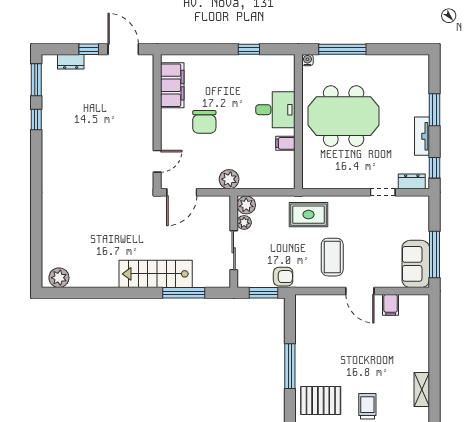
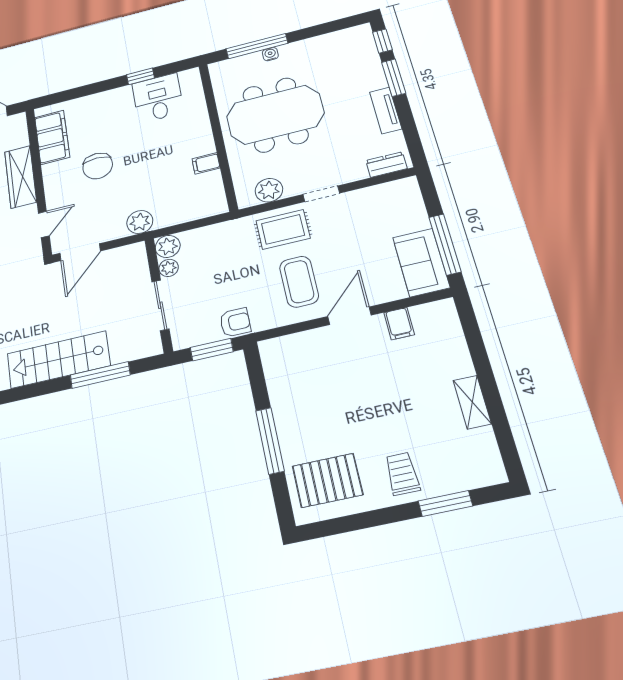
water cooler: (307, 60) -> (270, 54), moved
desk: (275, 110) -> (158, 98), moved, turned -90
wardrobe: (143, 114) -> (21, 177), added
window: (435, 168) -> (382, 41), moved
plant: (326, 179) -> (269, 190), added
doorway: (383, 192) -> (321, 194), moved
rug: (309, 215) -> (283, 229), moved
door: (360, 291) -> (349, 316), swing flipped
shelving: (422, 389) -> (472, 402), moved

